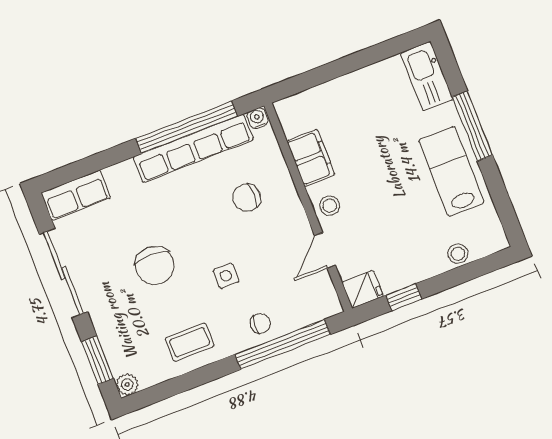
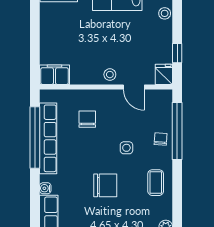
water cooler: (257, 118) -> (45, 188), moved
filing cabinet: (311, 158) -> (55, 75), moved
chair: (247, 198) -> (87, 119), turned 180

